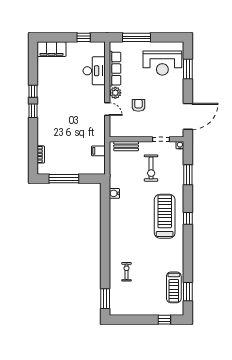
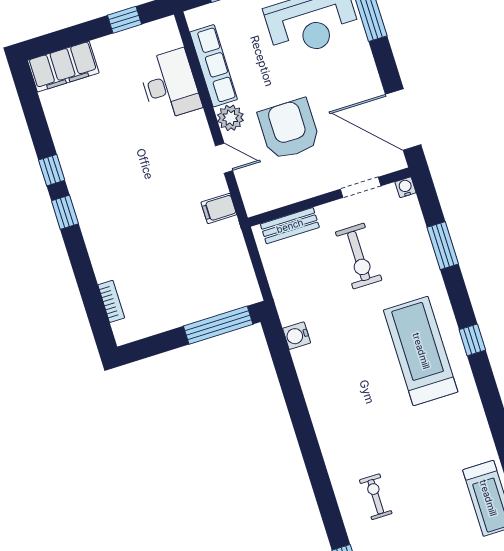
armchair: (138, 105) -> (289, 129), width x1.88, depth x1.88
door: (188, 116) -> (403, 119), swing flipped
filing cabinet: (98, 151) -> (219, 208), moved
window: (64, 179) -> (218, 325), moved

